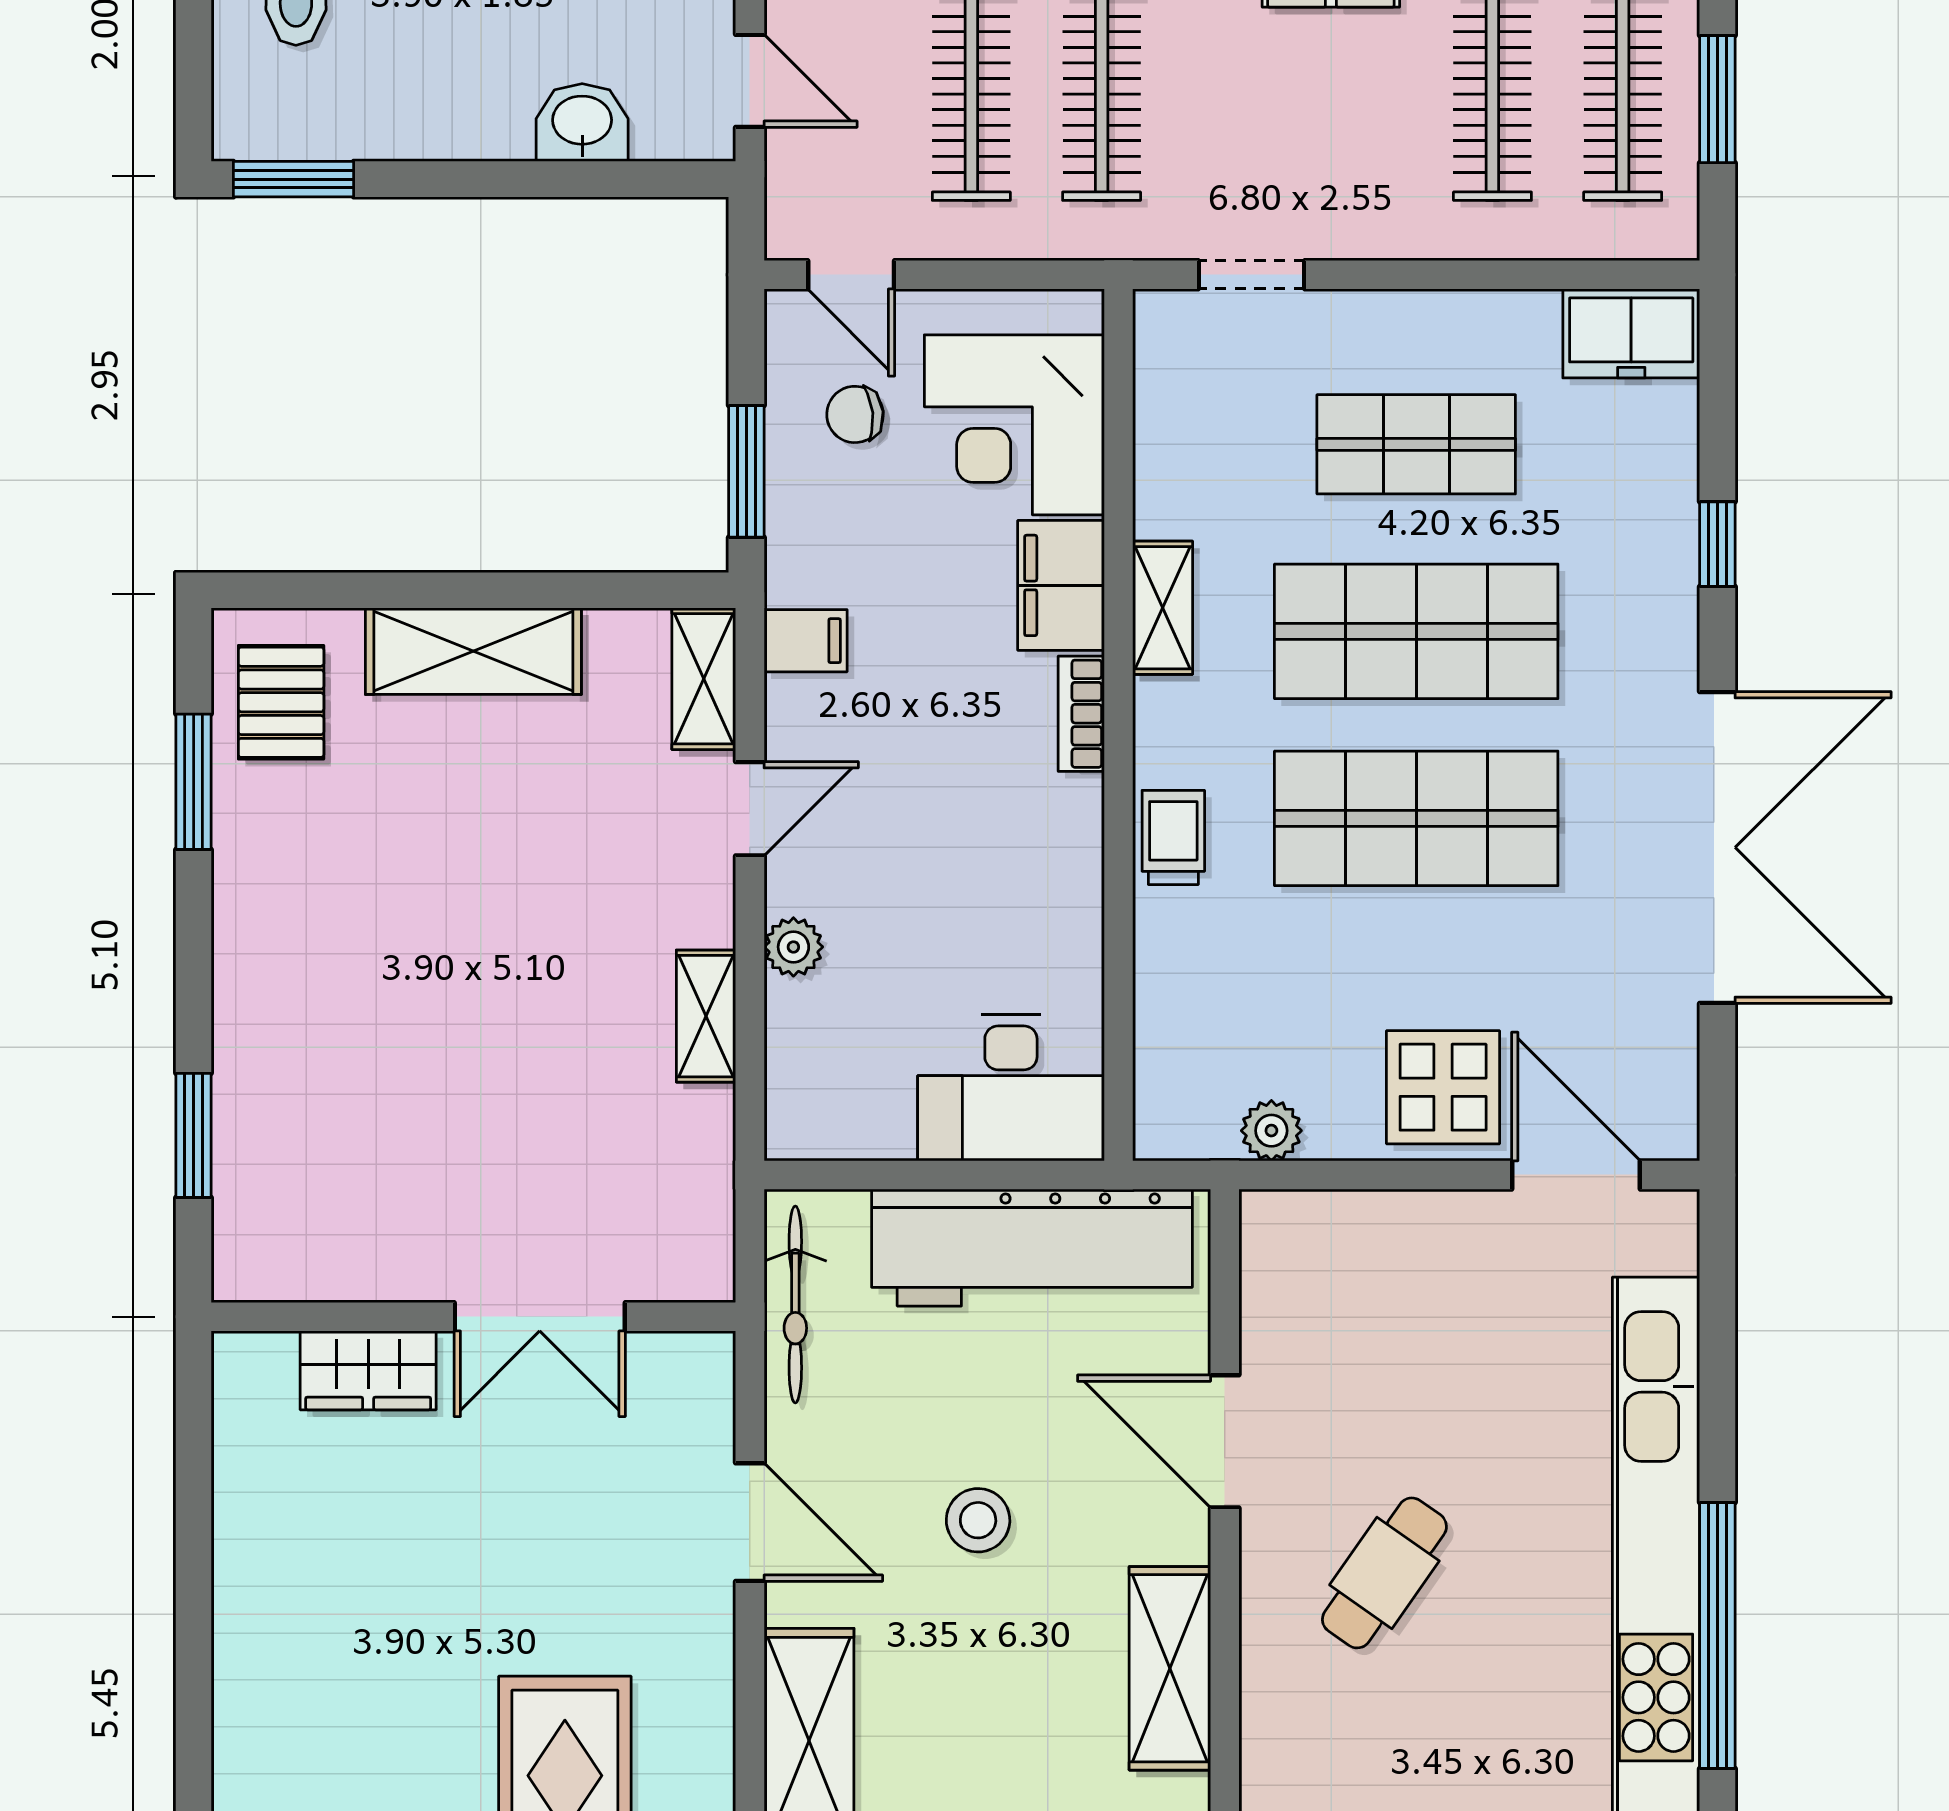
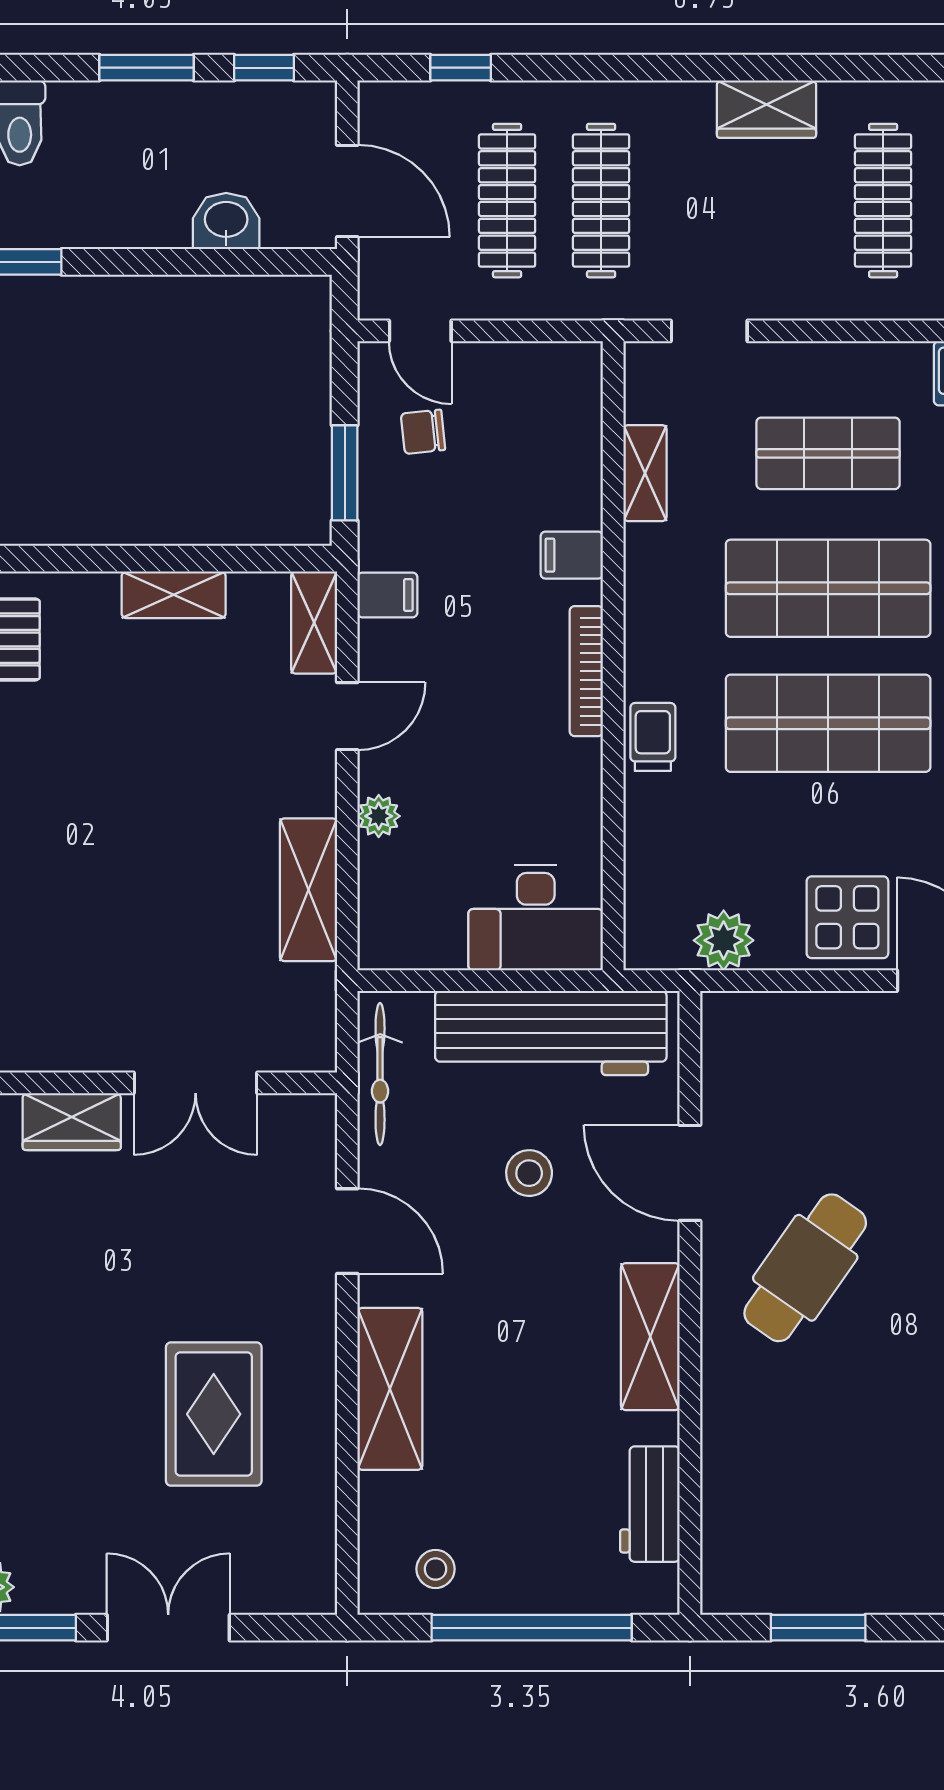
door: (750, 81) -> (347, 191), width x1.38
corner desk: (1014, 425) -> (538, 439), removed
filing cabinet: (1061, 585) -> (572, 555), width x0.50
shelving: (1163, 608) -> (645, 473), moved
shelving: (473, 651) -> (174, 595), width x0.67, depth x0.75
bookcase: (1081, 714) -> (586, 671), width x1.56
shelving: (706, 1016) -> (308, 890), width x1.50, depth x1.33
plant: (1271, 1131) -> (724, 940), width x1.38, depth x1.38
stool: (978, 1520) -> (529, 1173), moved
cafe table: (1384, 1573) -> (805, 1268), width x1.37, depth x1.35

